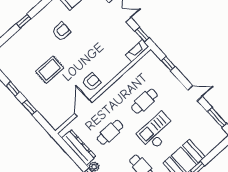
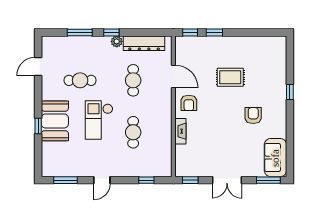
armchair: (61, 31) -> (253, 115), turned 180
fireplace: (137, 51) -> (180, 131), moved
rug: (50, 70) -> (230, 77), turned 90
window: (13, 89) -> (190, 32), moved
checkout: (157, 131) -> (99, 120), turned 180

